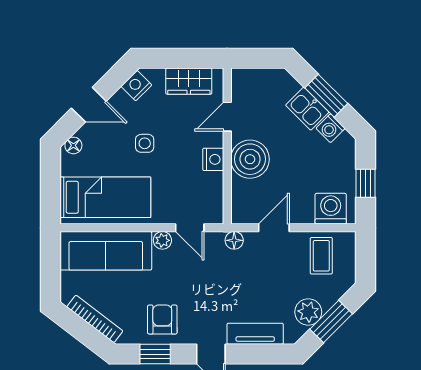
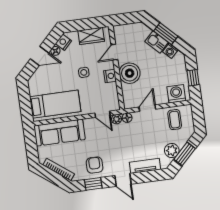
side table: (145, 143) -> (84, 72), moved
floor lamp: (73, 145) -> (55, 51), moved
plant: (162, 240) -> (116, 119), moved

